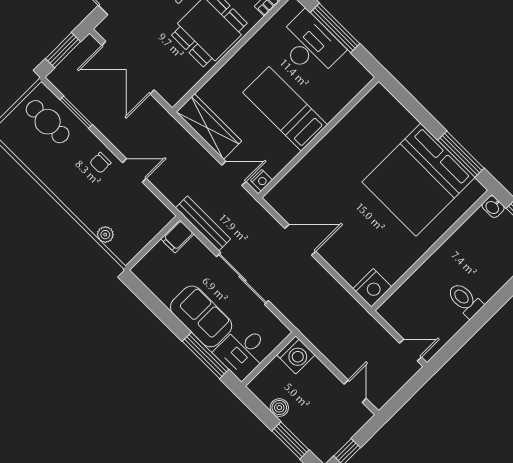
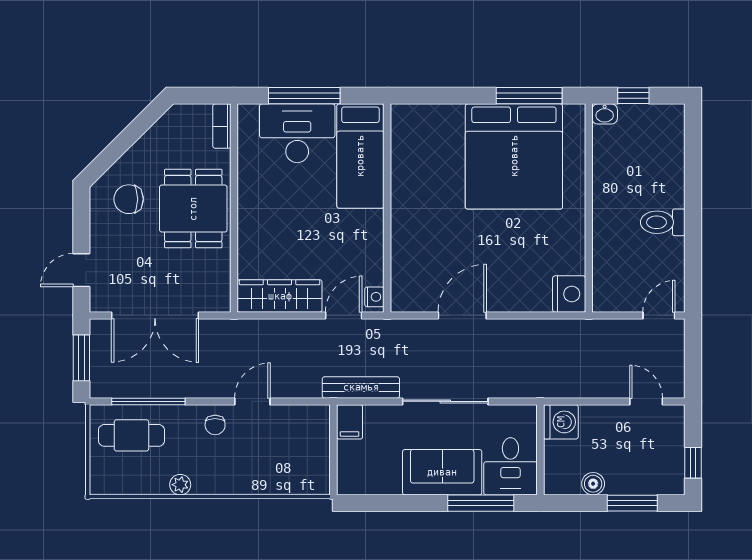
bed: (285, 109) -> (360, 156), moved, turned -90
window: (76, 112) -> (148, 401), width x1.44
plant: (105, 235) -> (180, 485), moved

